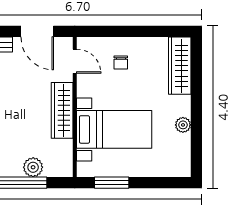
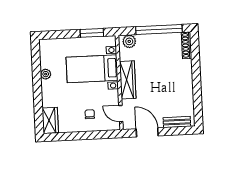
wardrobe: (180, 66) -> (50, 120), width x0.67
plant: (33, 167) -> (129, 41), moved

